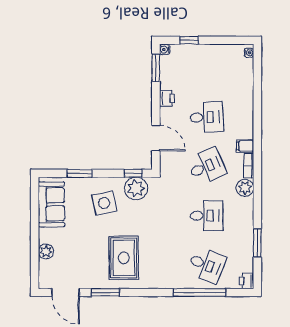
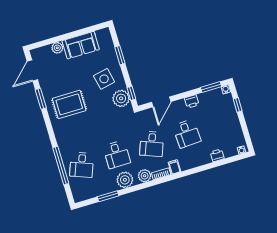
desk: (207, 166) -> (152, 144), turned 45
sofa: (51, 204) -> (81, 45), moved
plant: (243, 215) -> (125, 180), added
printer: (247, 281) -> (217, 155), moved

